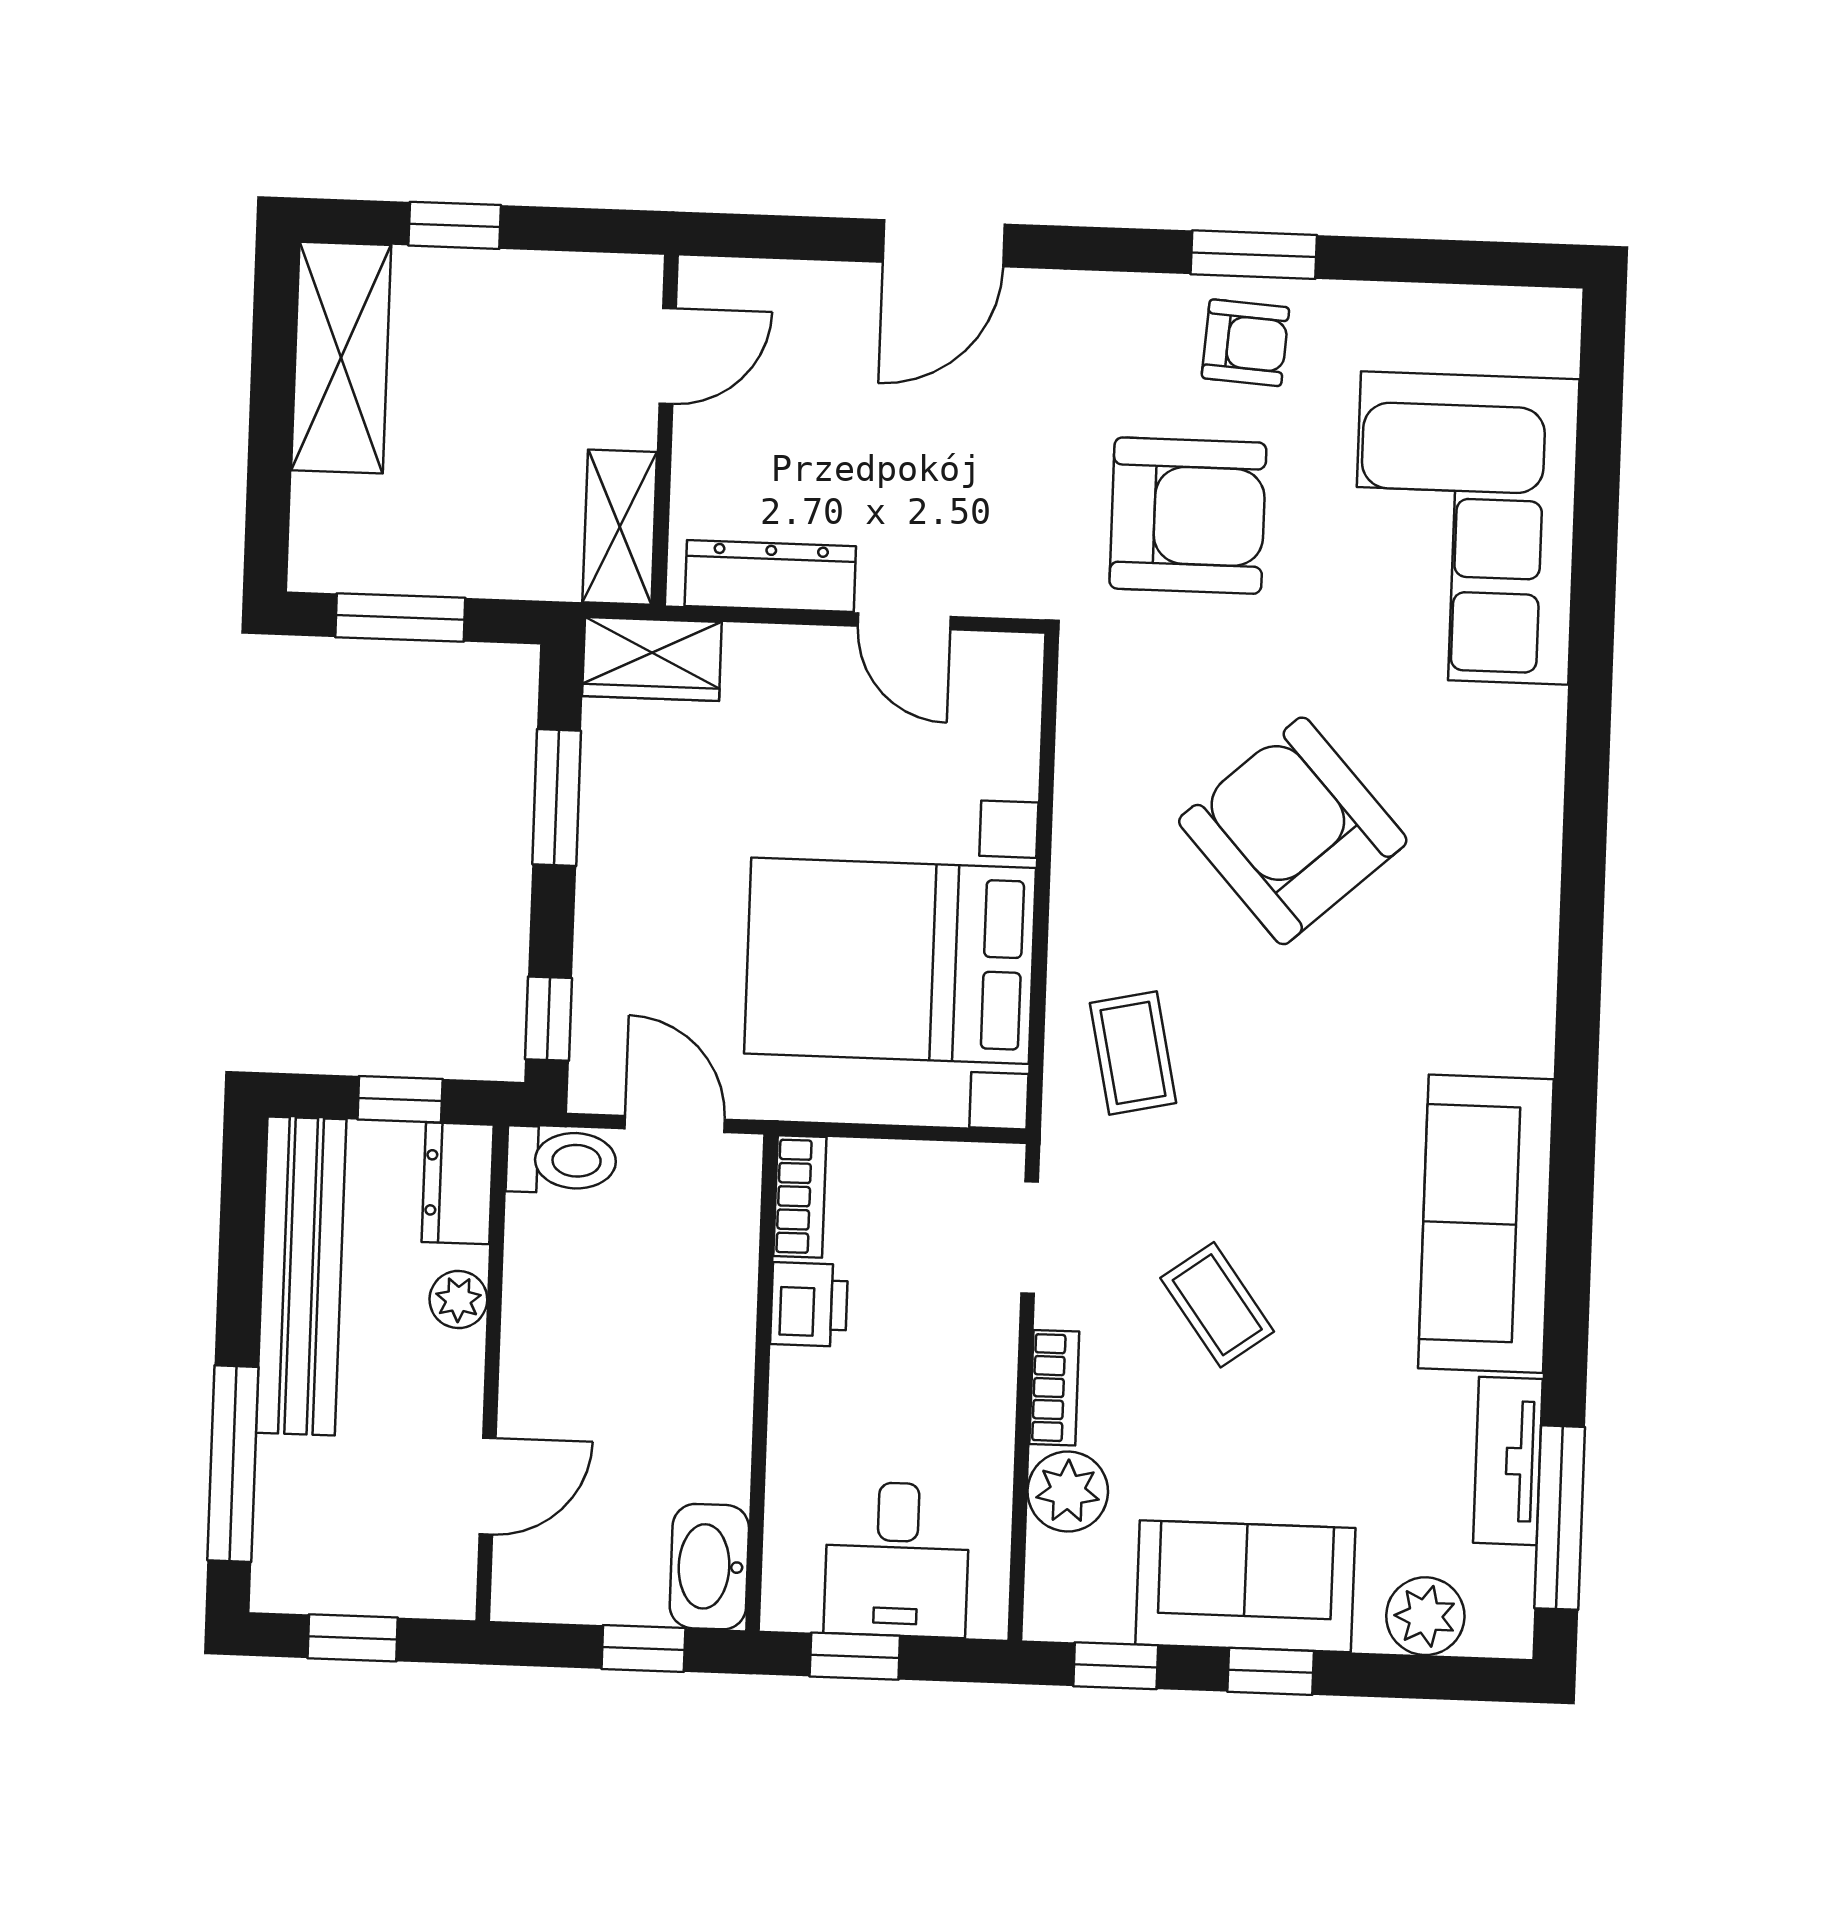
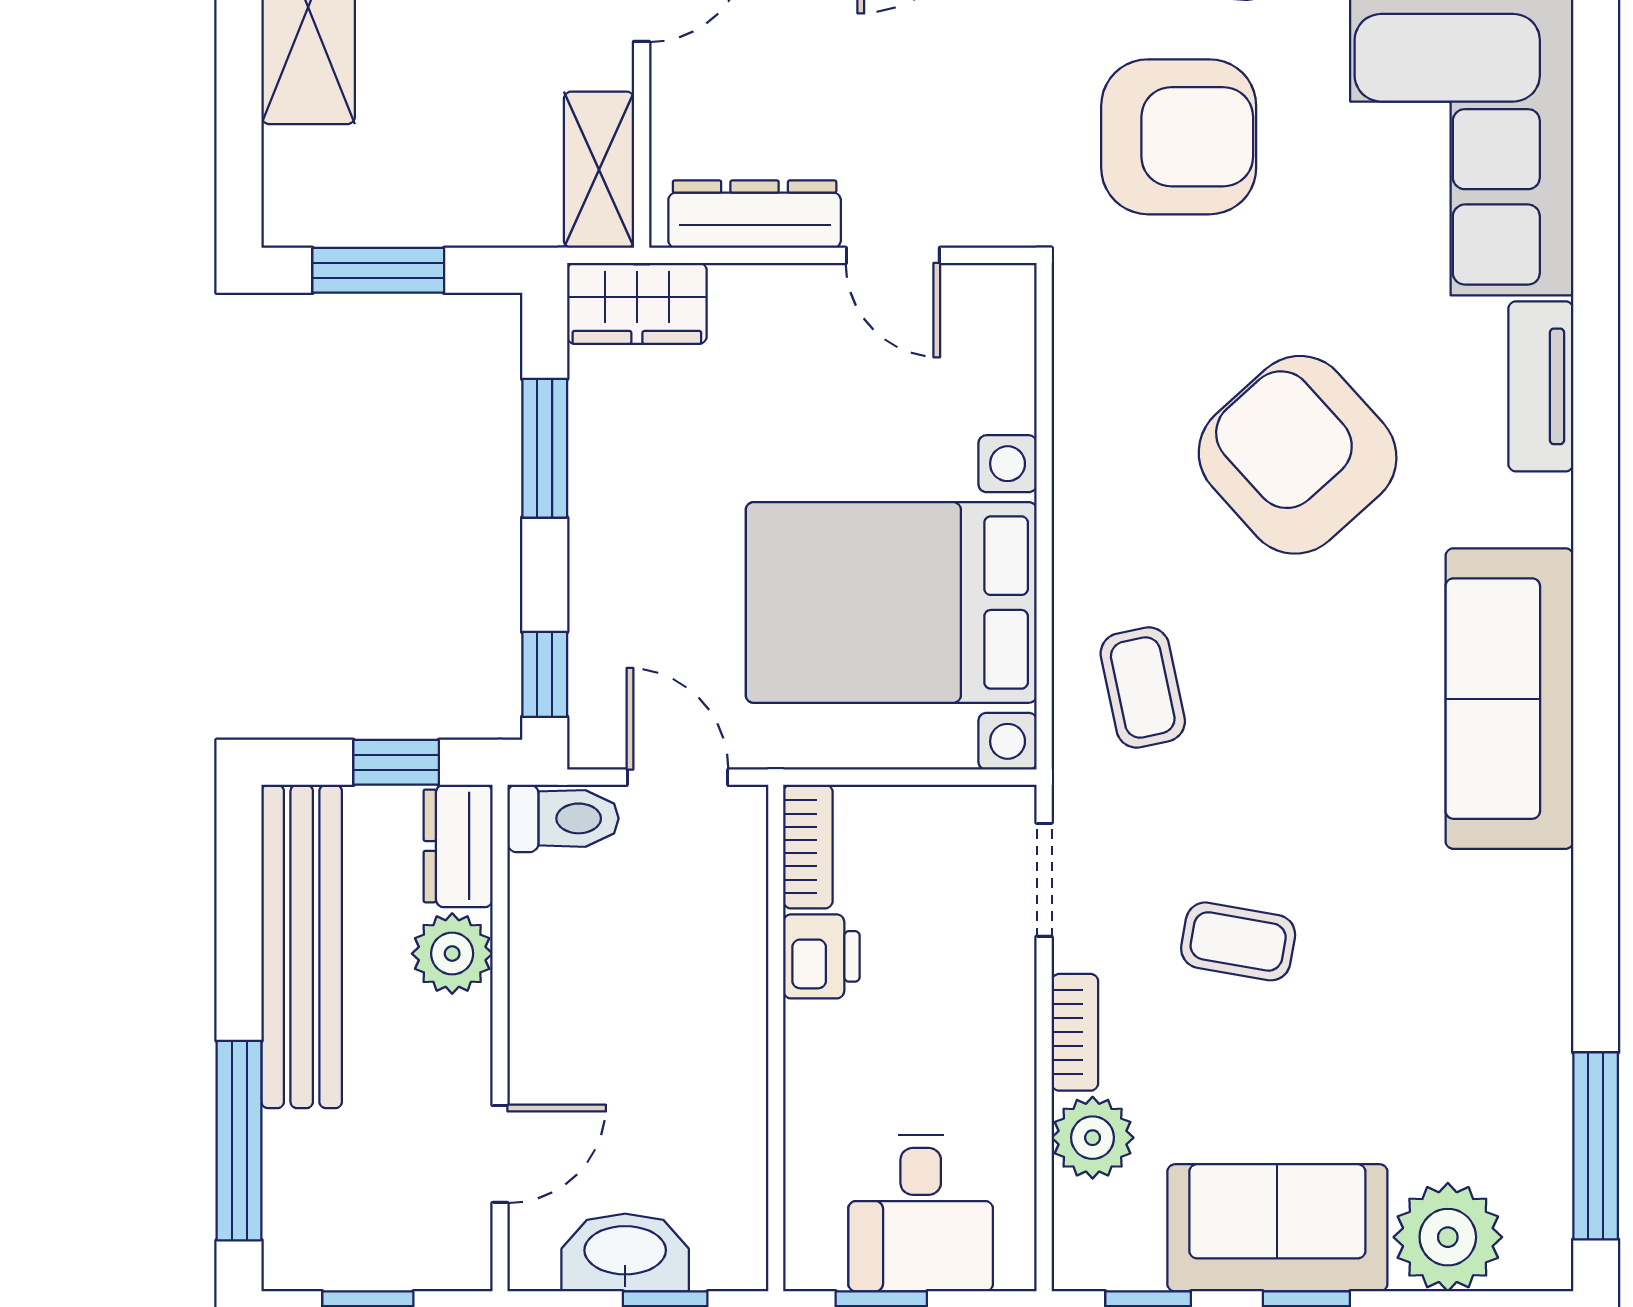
sofa: (1486, 1224) -> (1509, 699), moved
plant: (458, 1300) -> (452, 954), width x1.38, depth x1.38
coffee table: (1217, 1305) -> (1238, 941), turned -44
tv unit: (1508, 1461) -> (1541, 386), moved
washbasin: (709, 1567) -> (625, 1253), moved, turned 90
plant: (1425, 1616) -> (1448, 1237), width x1.36, depth x1.36

